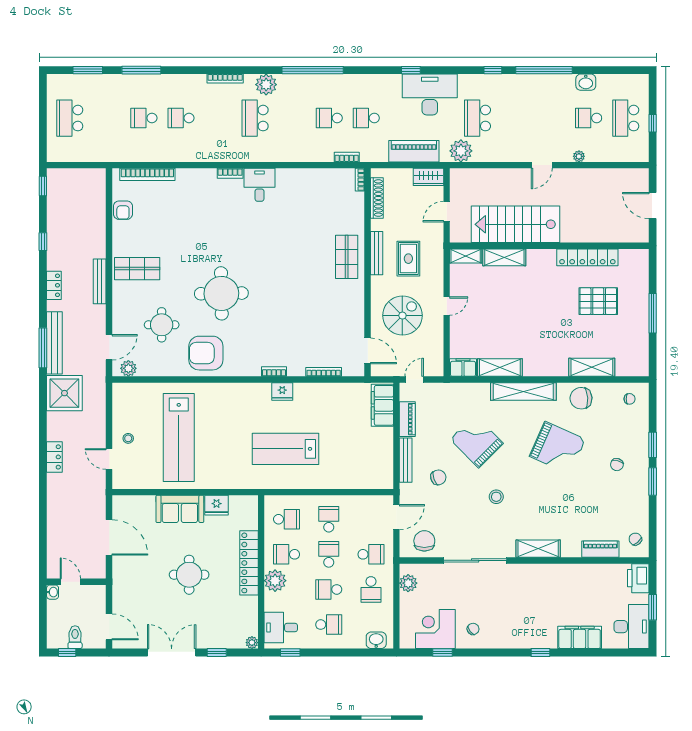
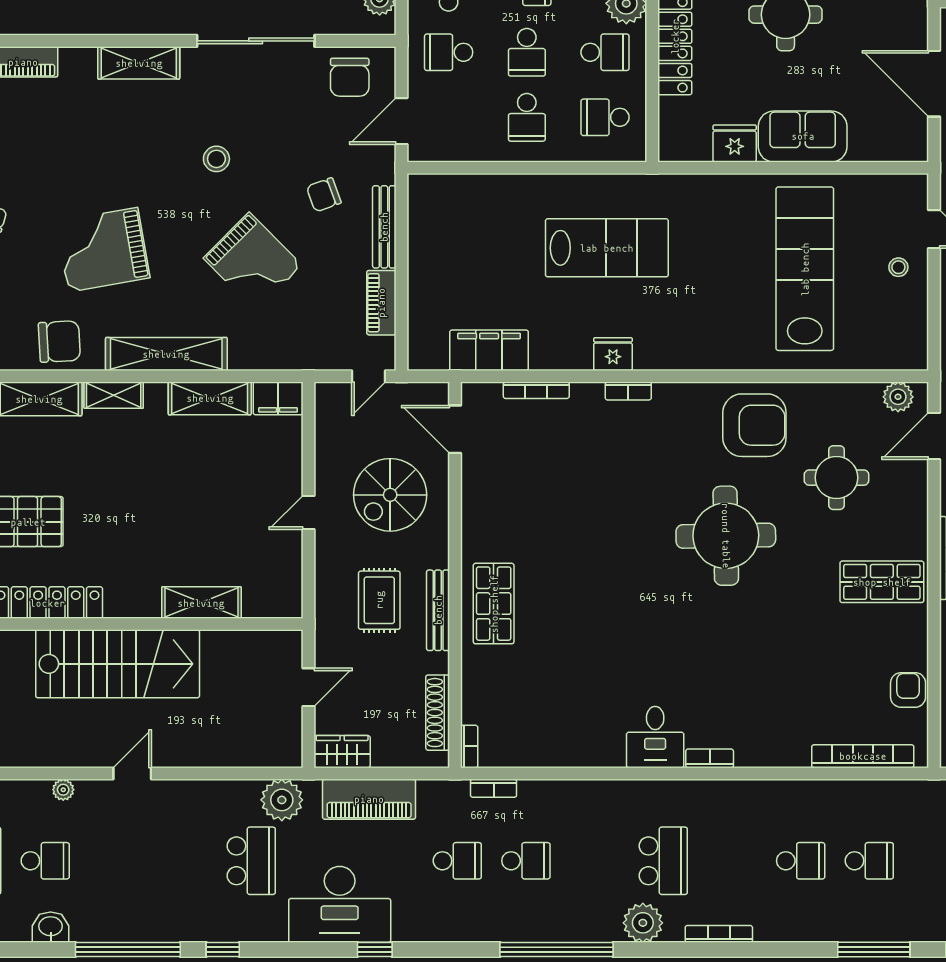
stairs: (515, 224) -> (118, 664), moved
shelving: (466, 256) -> (114, 395), moved
filing cabinet: (382, 405) -> (489, 350), moved, turned -90
grand piano: (557, 448) -> (103, 250), turned -34

